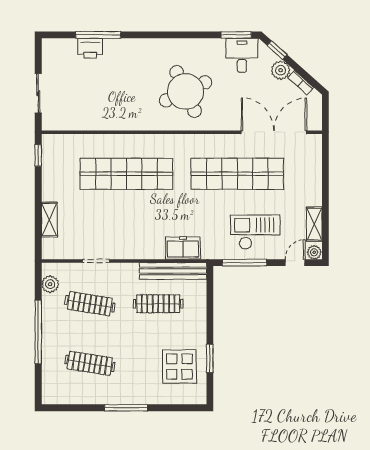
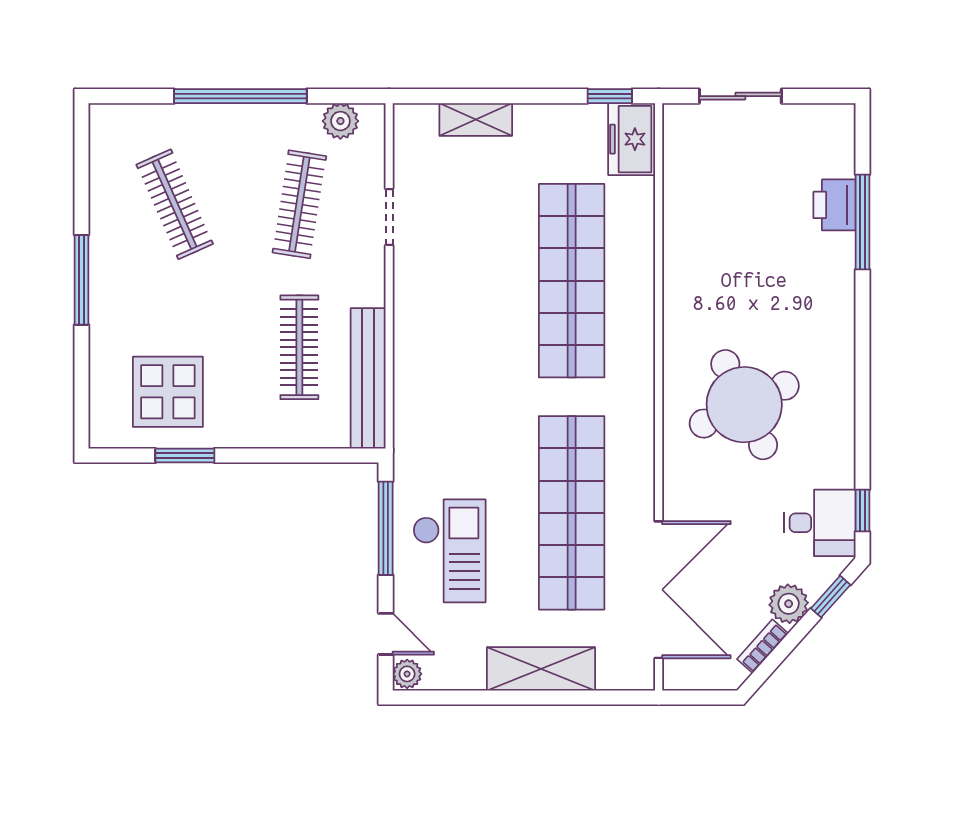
window: (236, 35) -> (863, 511), width x0.67
shelving: (314, 224) -> (541, 669), moved, width x1.50, depth x1.33
freezer: (183, 248) -> (632, 139), moved, turned 180
clothes rail: (90, 363) -> (175, 204), turned -33

